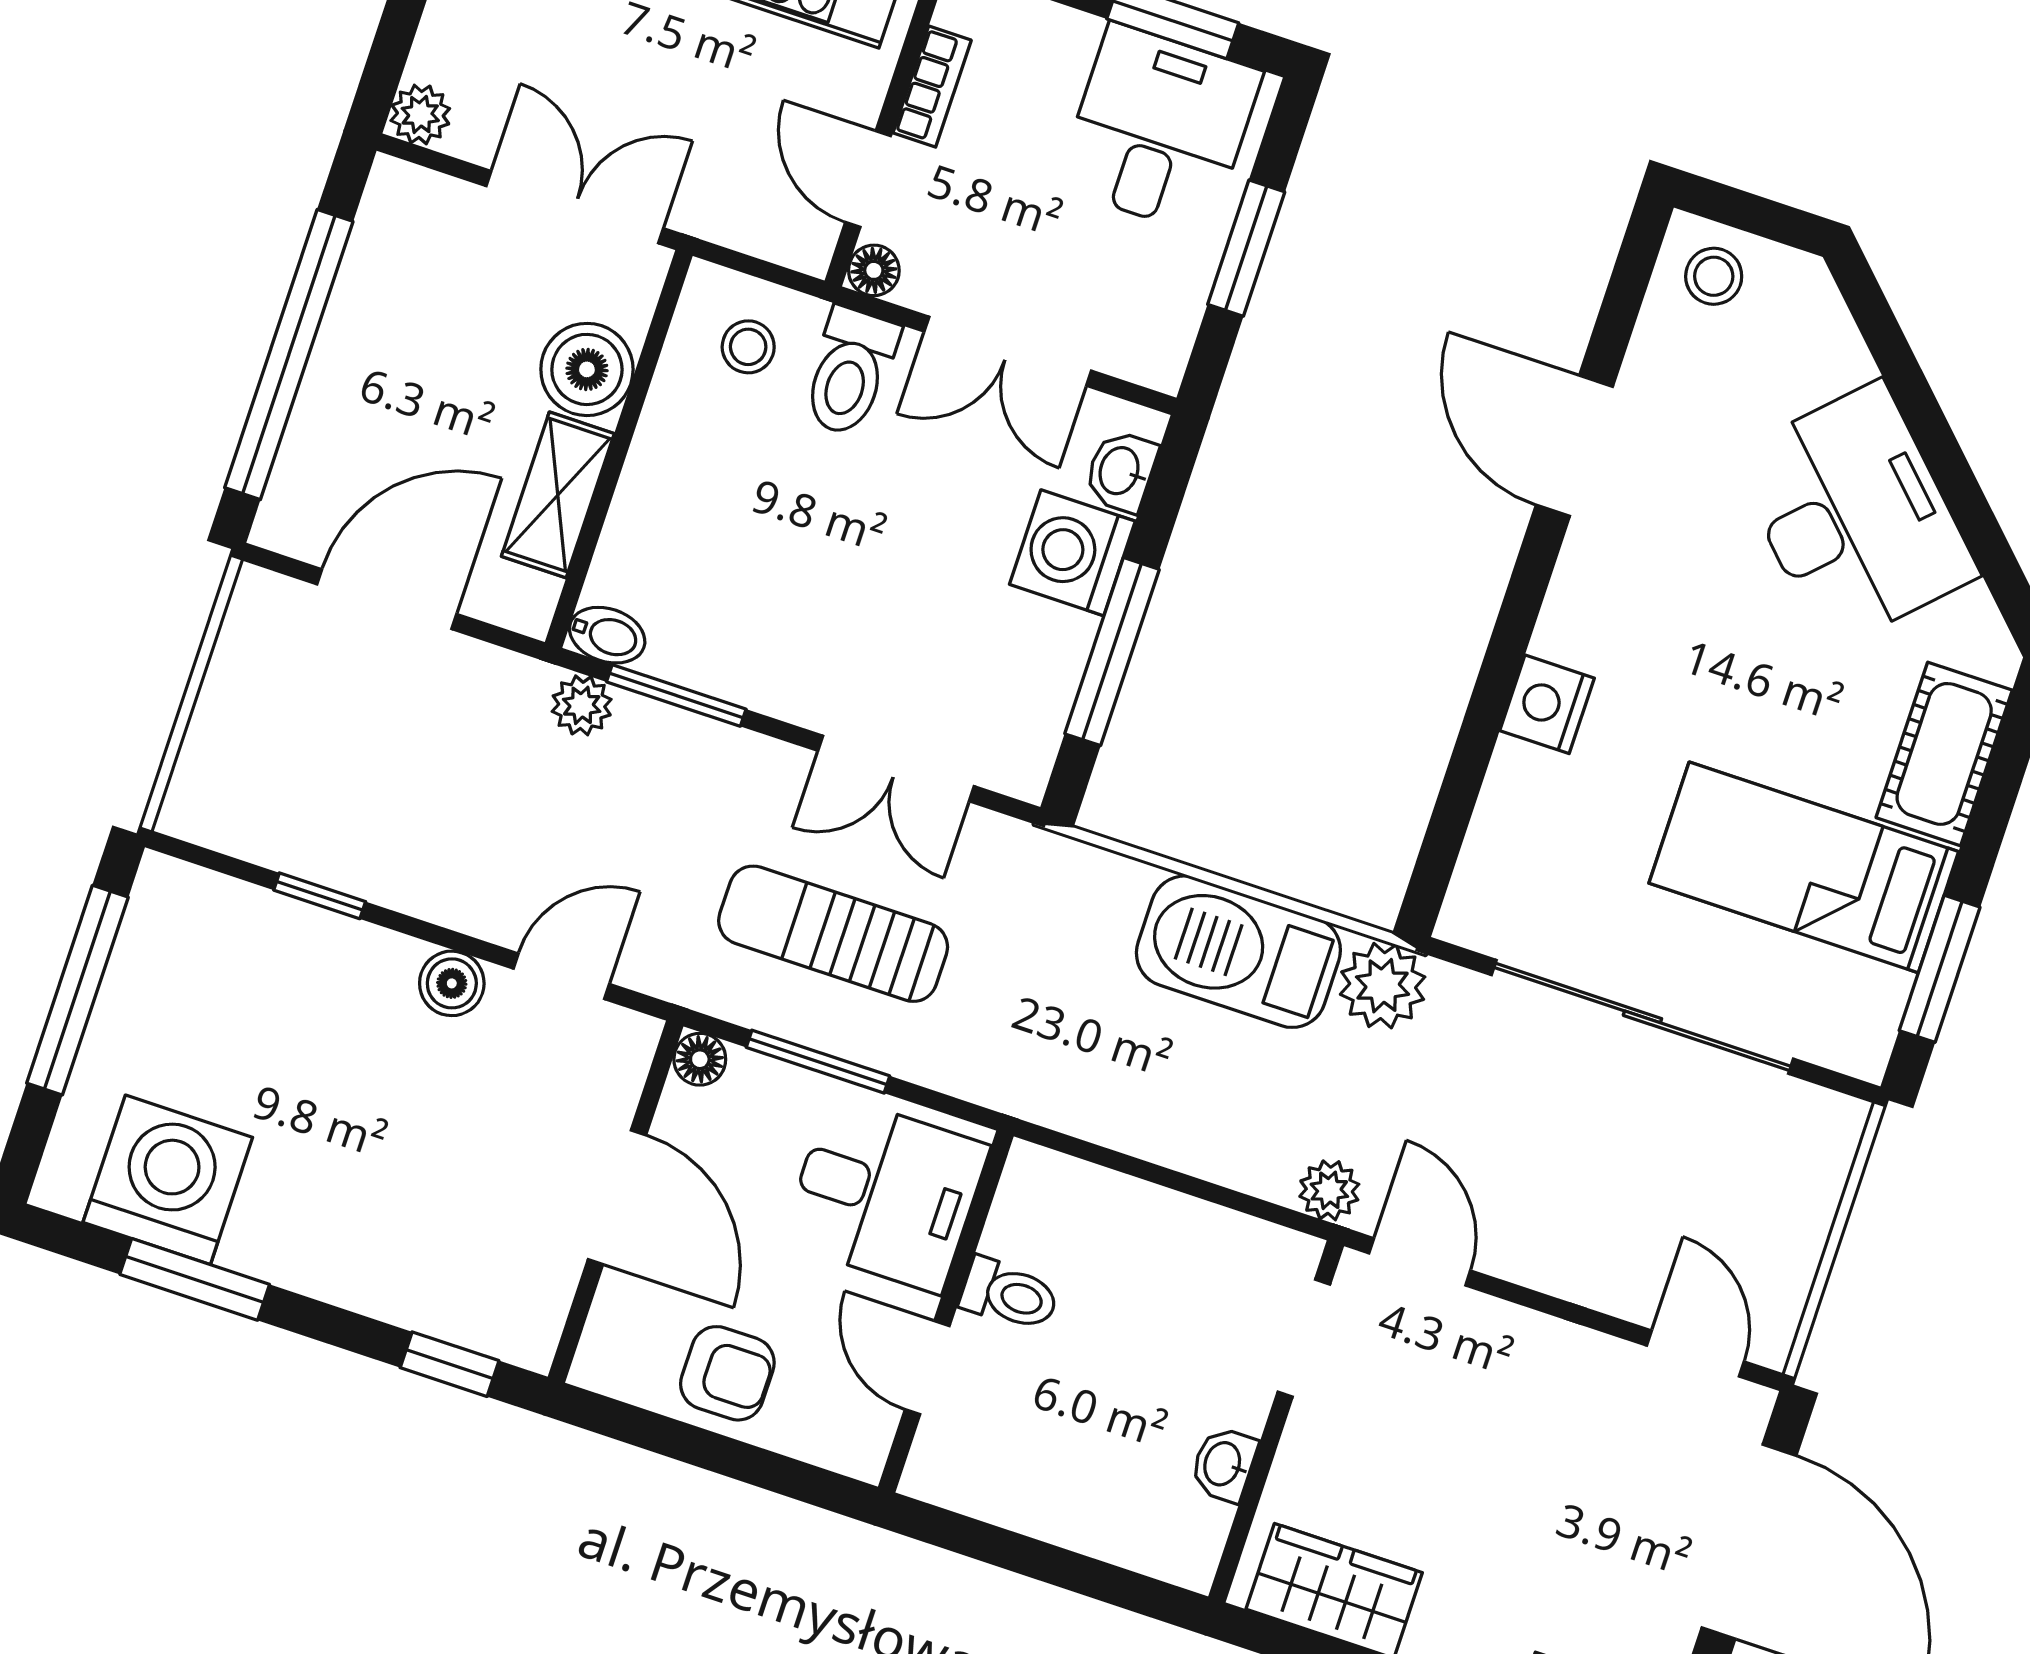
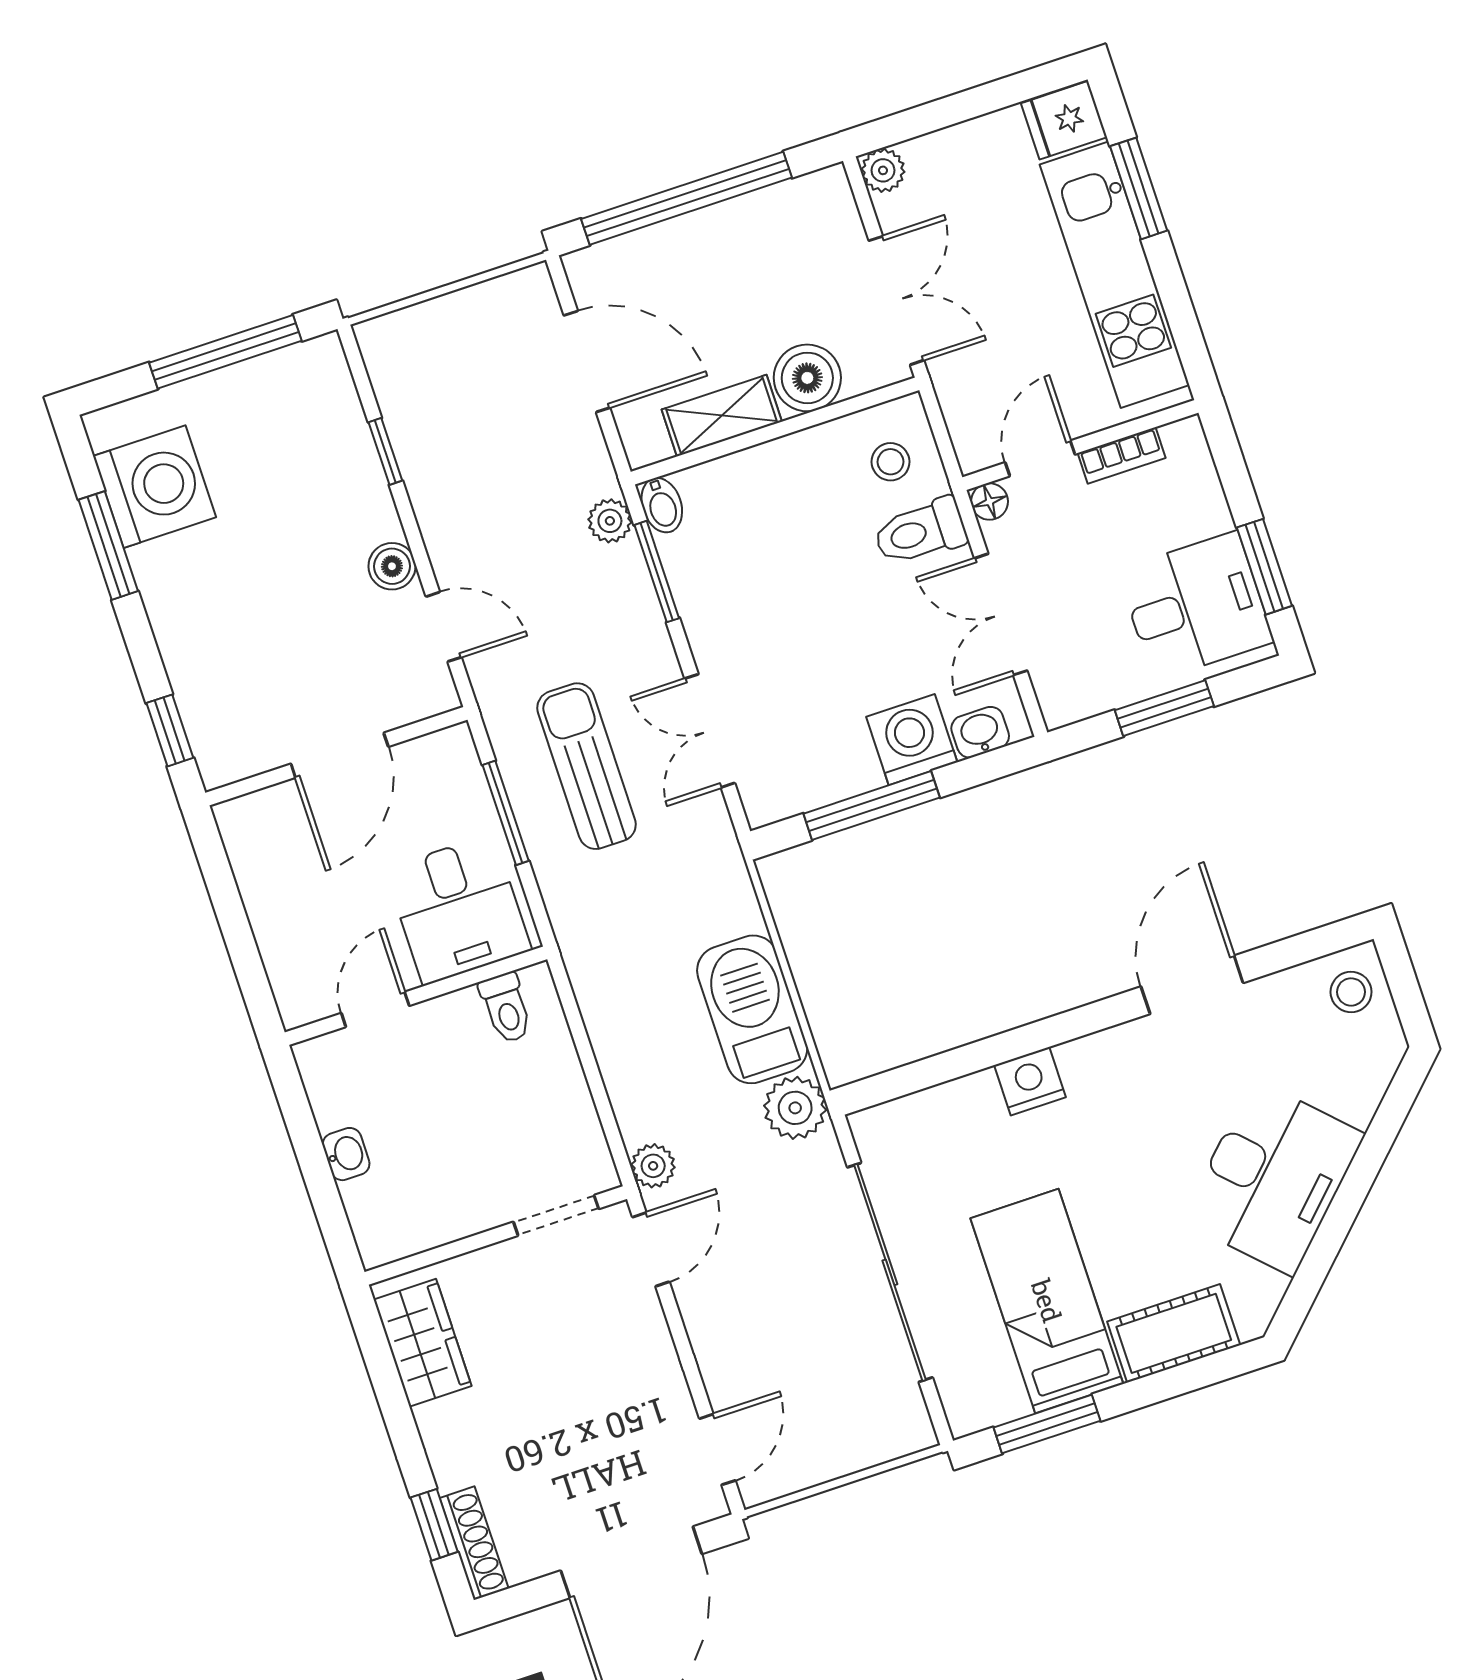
floor lamp: (700, 1059) -> (456, 743), removed
toilet: (1009, 1295) -> (506, 1008), moved
armchair: (727, 1373) -> (285, 896), removed
washbasin: (1224, 1464) -> (346, 1154), moved, turned 90

